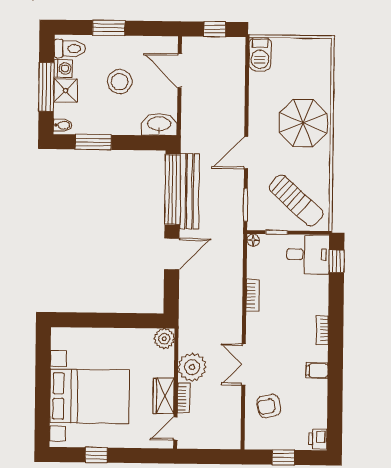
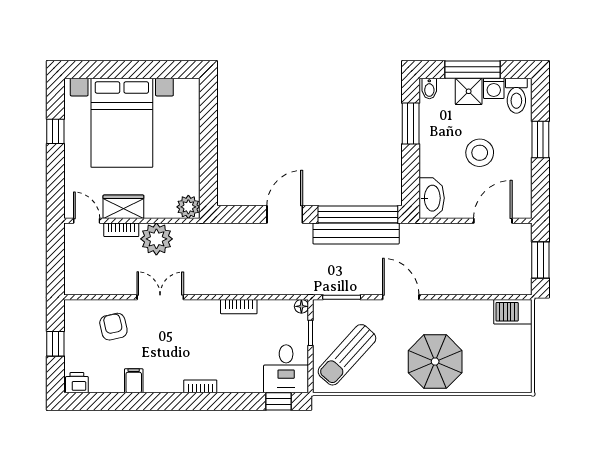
window: (215, 29) -> (540, 260), width x1.50
door: (172, 254) -> (285, 214), swing flipped
filing cabinet: (317, 370) -> (134, 381), moved

